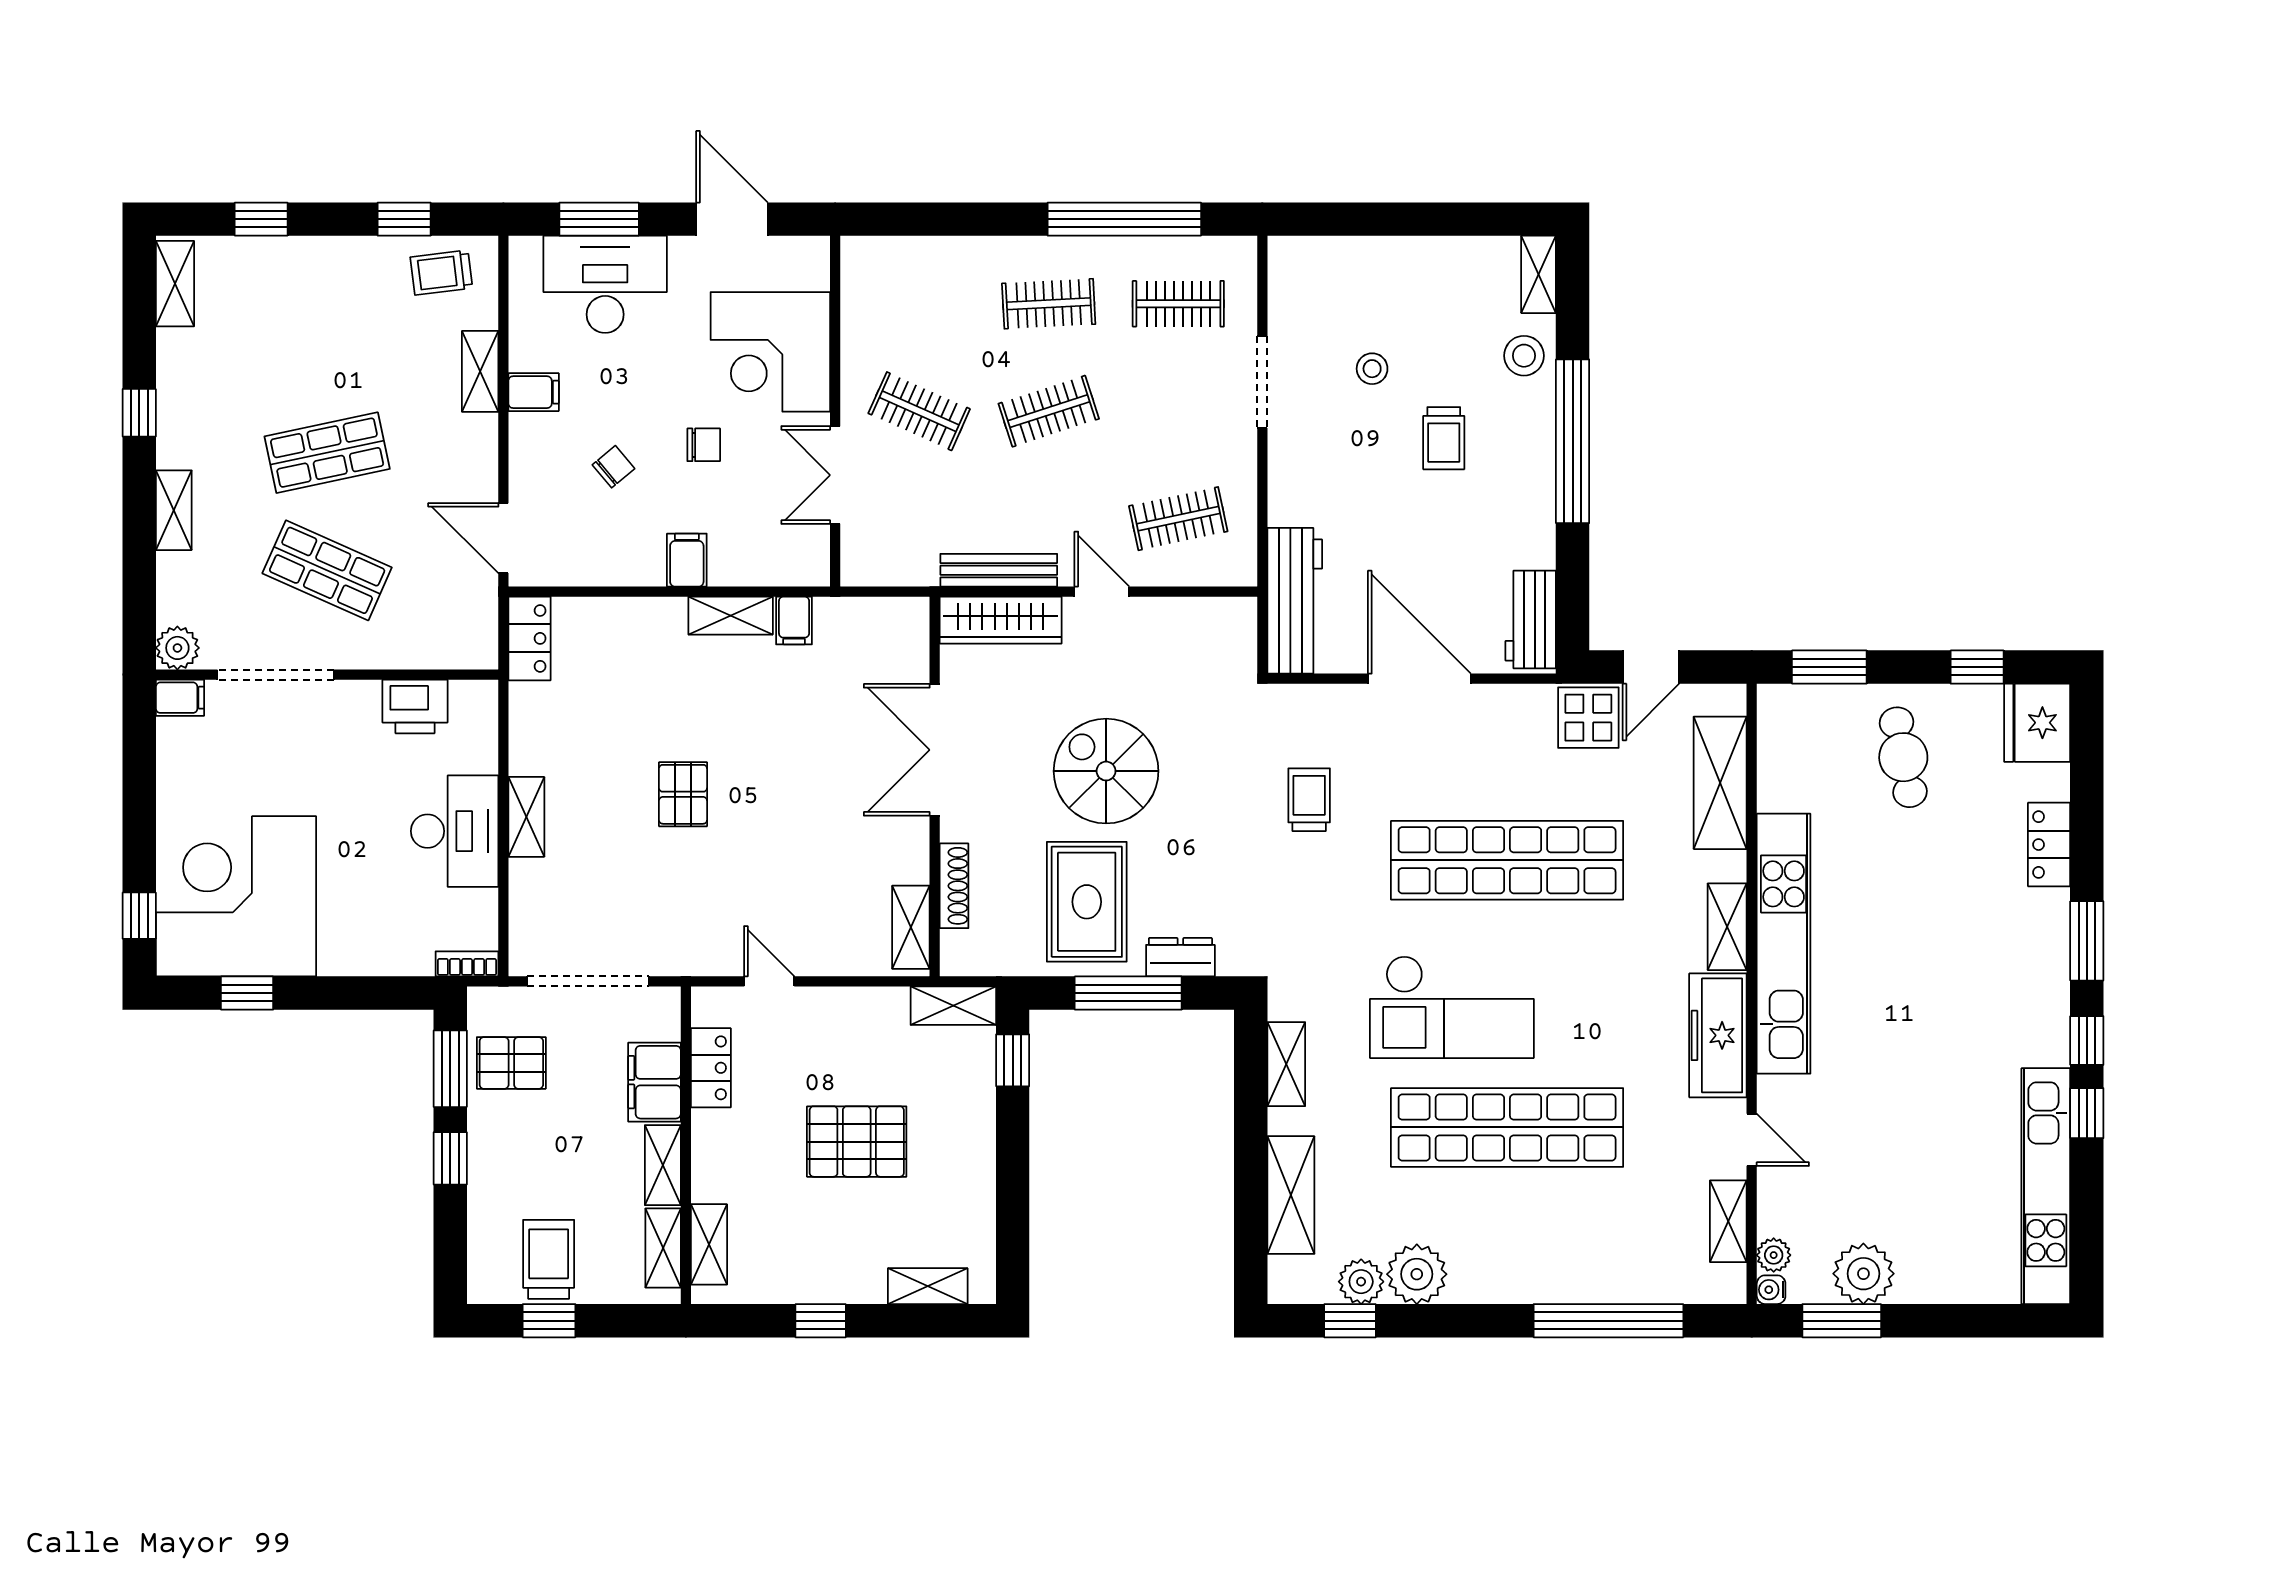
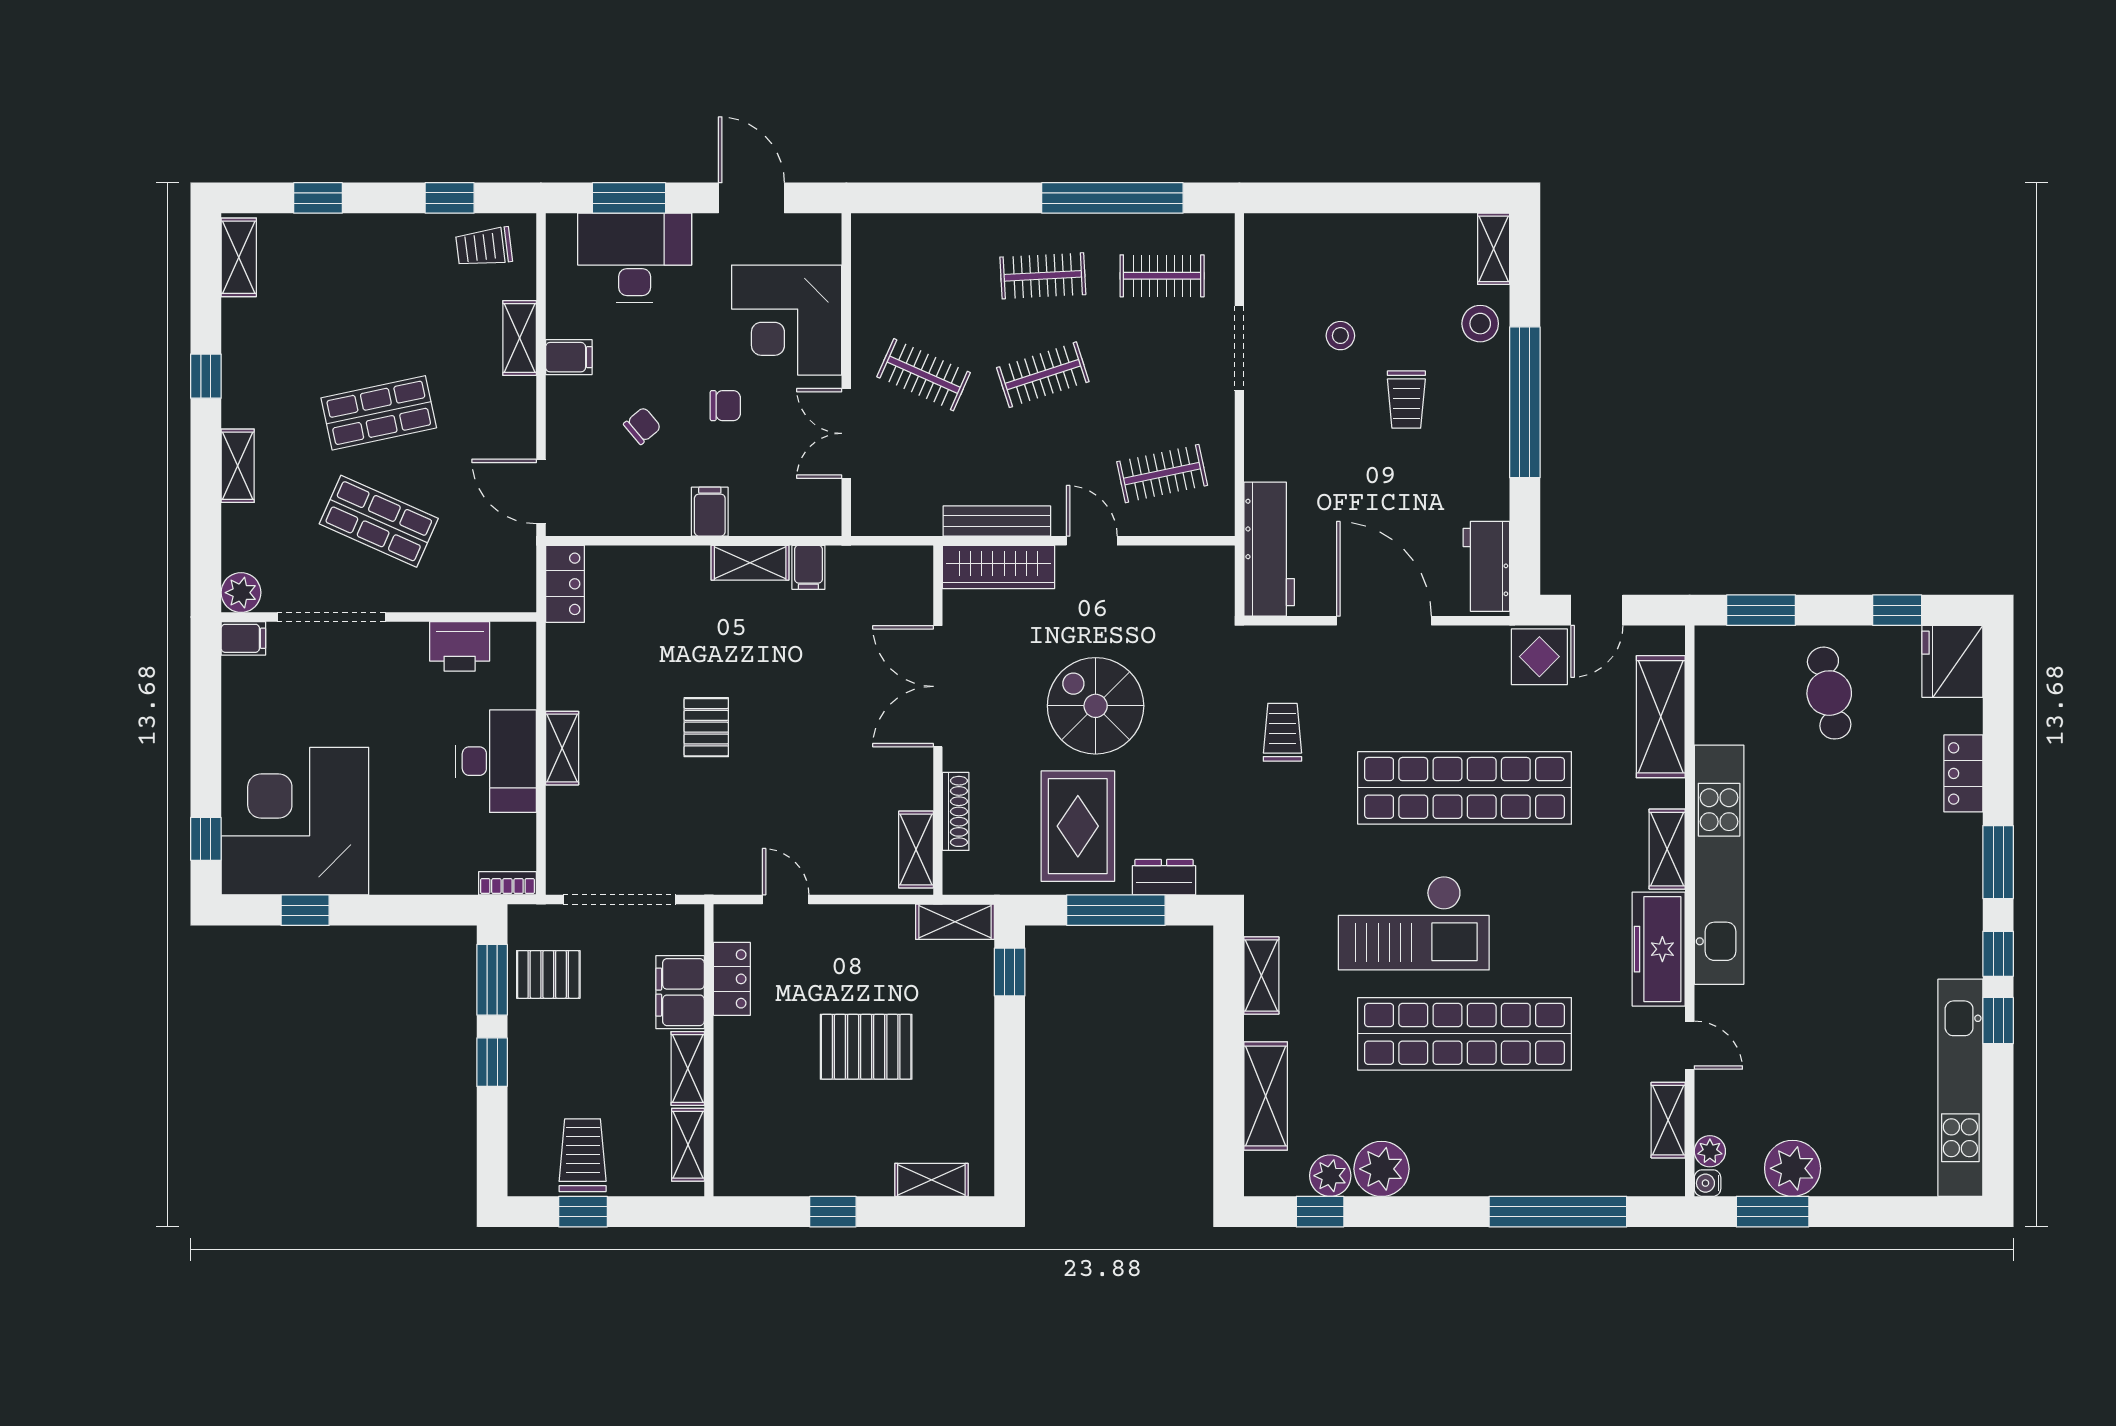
shelving: (709, 1244) -> (730, 1141), removed

